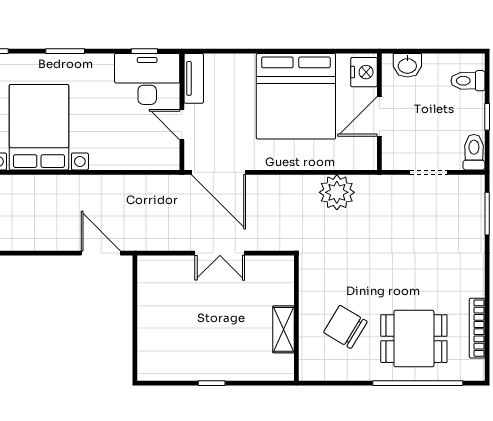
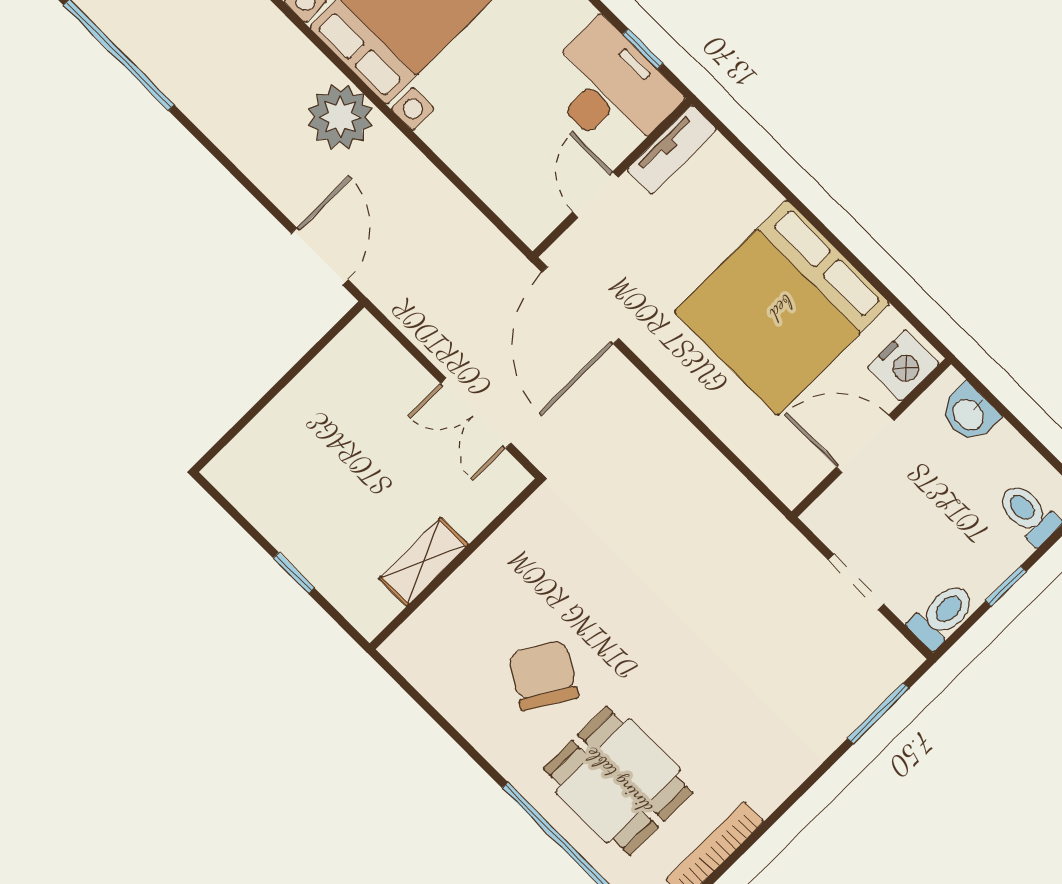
plant: (337, 192) -> (340, 117), moved
wall: (296, 318) -> (455, 564), moved
shelving: (284, 329) -> (424, 562), moved

